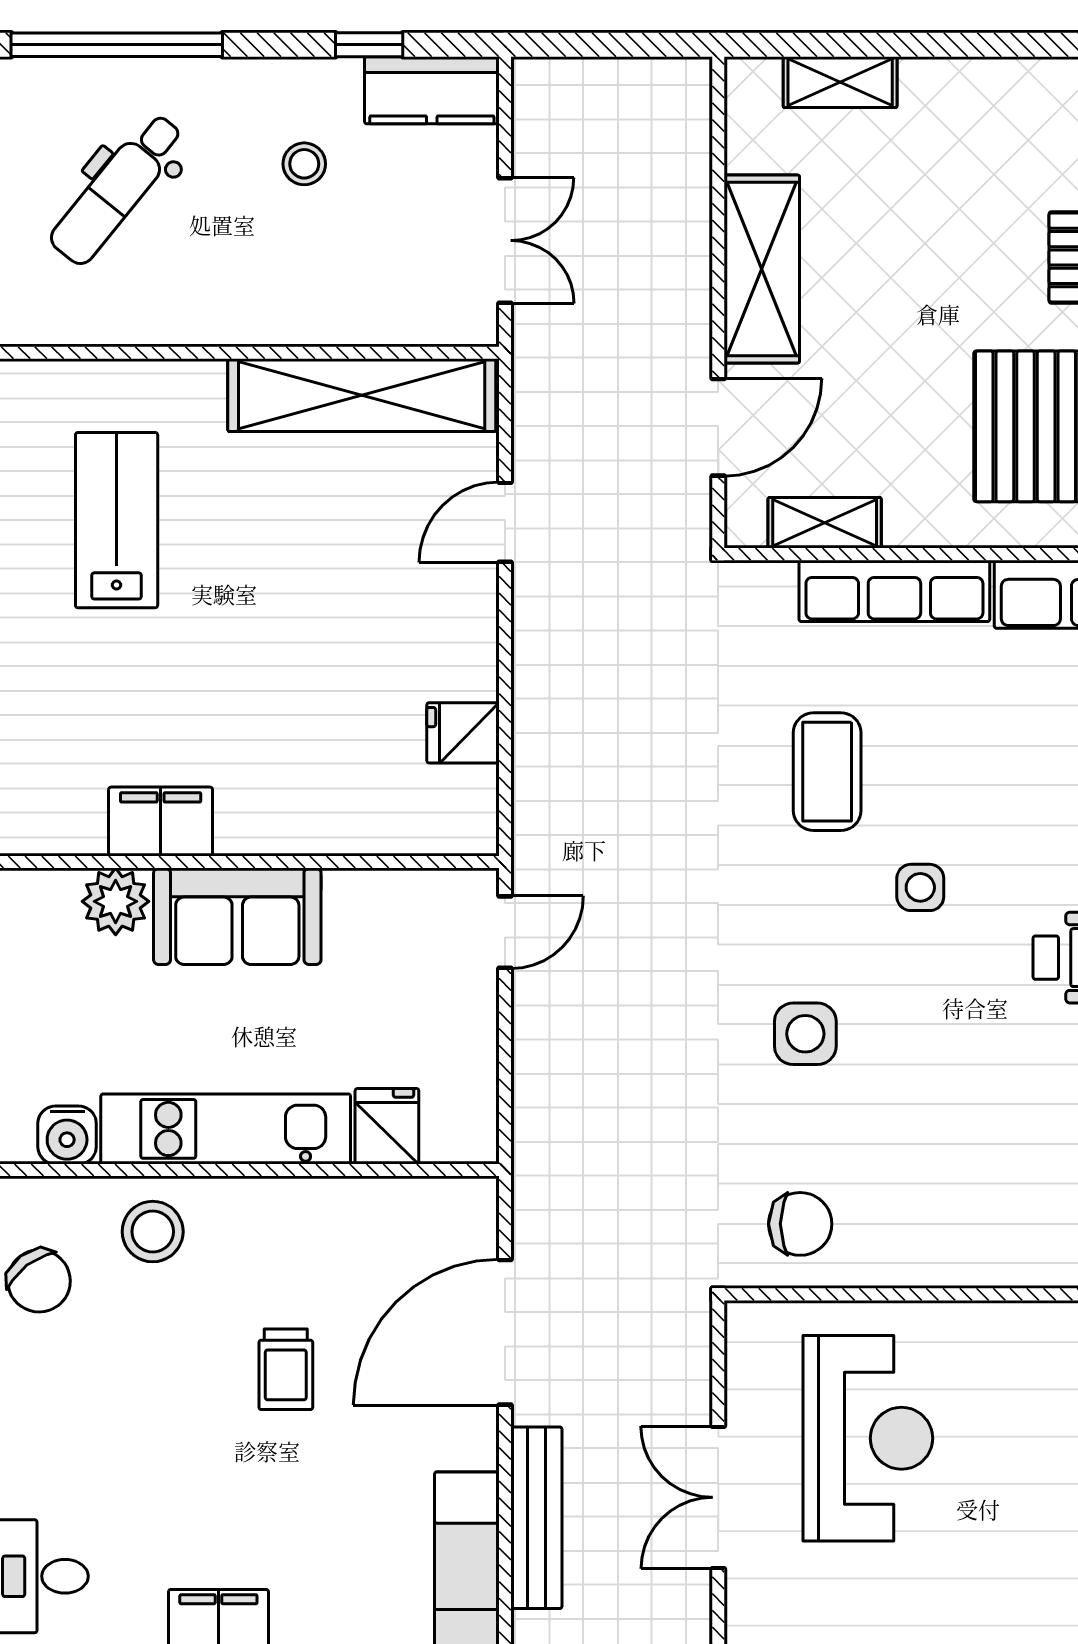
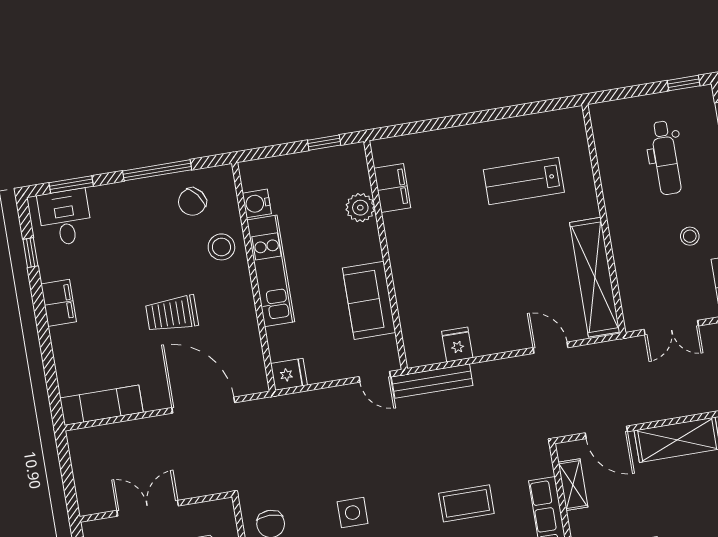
dental chair: (117, 189) -> (666, 158), turned -129
lab bench: (117, 520) -> (524, 181), turned 180
filing cabinet: (161, 822) -> (392, 188), moved
sofa: (237, 916) -> (369, 300), moved
fridge: (387, 1126) -> (289, 374), moved
trolley: (286, 1369) -> (172, 314), width x1.36, depth x1.39
bench: (536, 1518) -> (432, 381), moved

